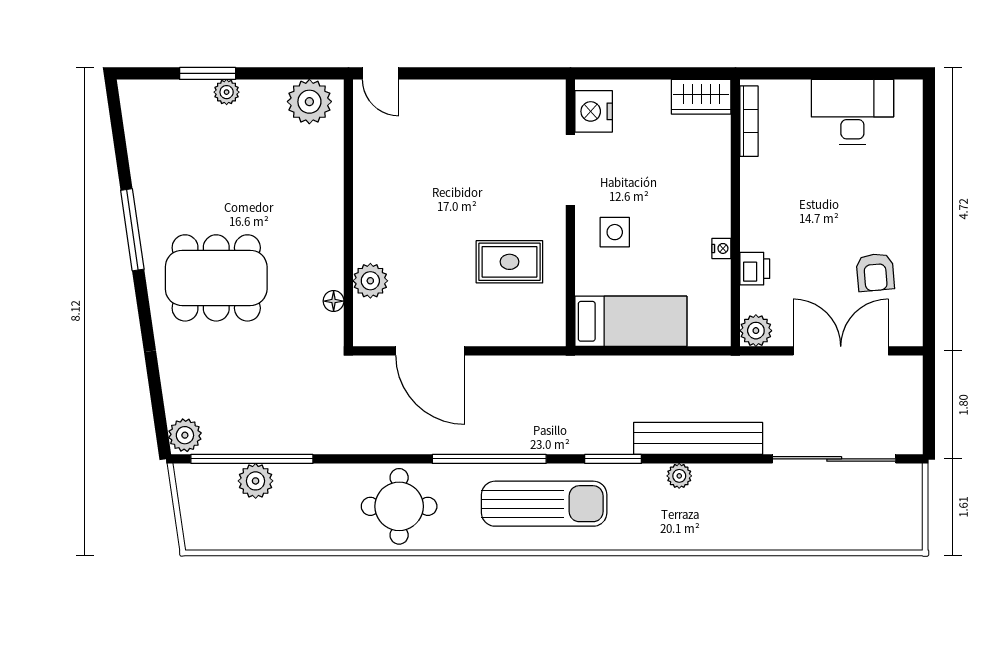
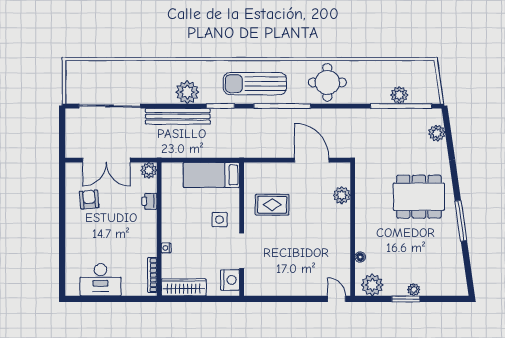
window: (208, 73) -> (406, 299), moved
wardrobe: (701, 97) -> (184, 287), width x1.50
nightstand: (721, 248) -> (166, 248), moved
floor lamp: (334, 301) -> (360, 257), moved
plant: (185, 435) -> (437, 133), moved
plant: (679, 476) -> (187, 92), width x1.88, depth x1.88

